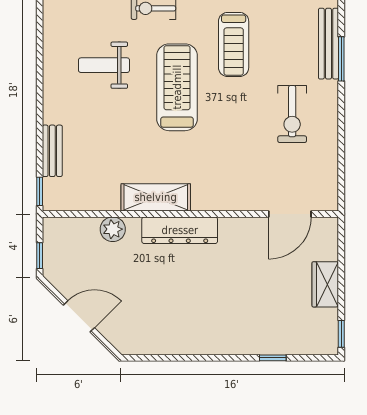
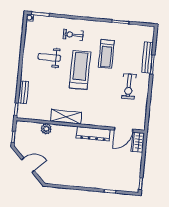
dresser: (180, 230) -> (93, 134), moved
wardrobe: (325, 284) -> (138, 142), moved

